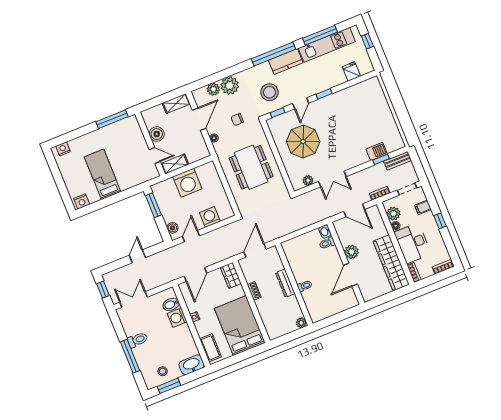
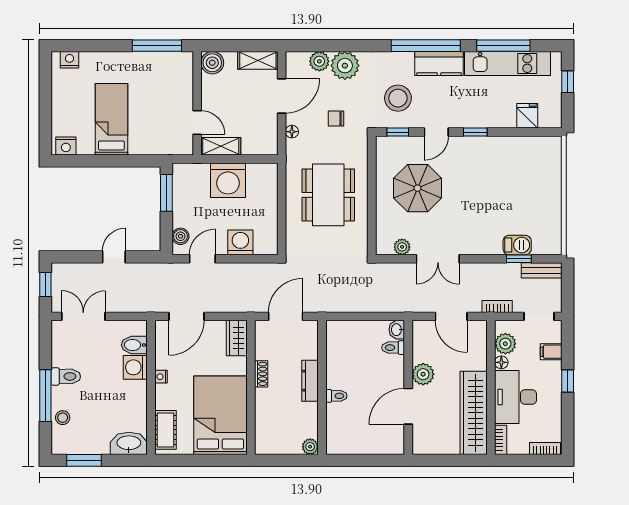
boiler: (157, 134) -> (212, 63), moved
stool: (163, 371) -> (63, 418), moved

